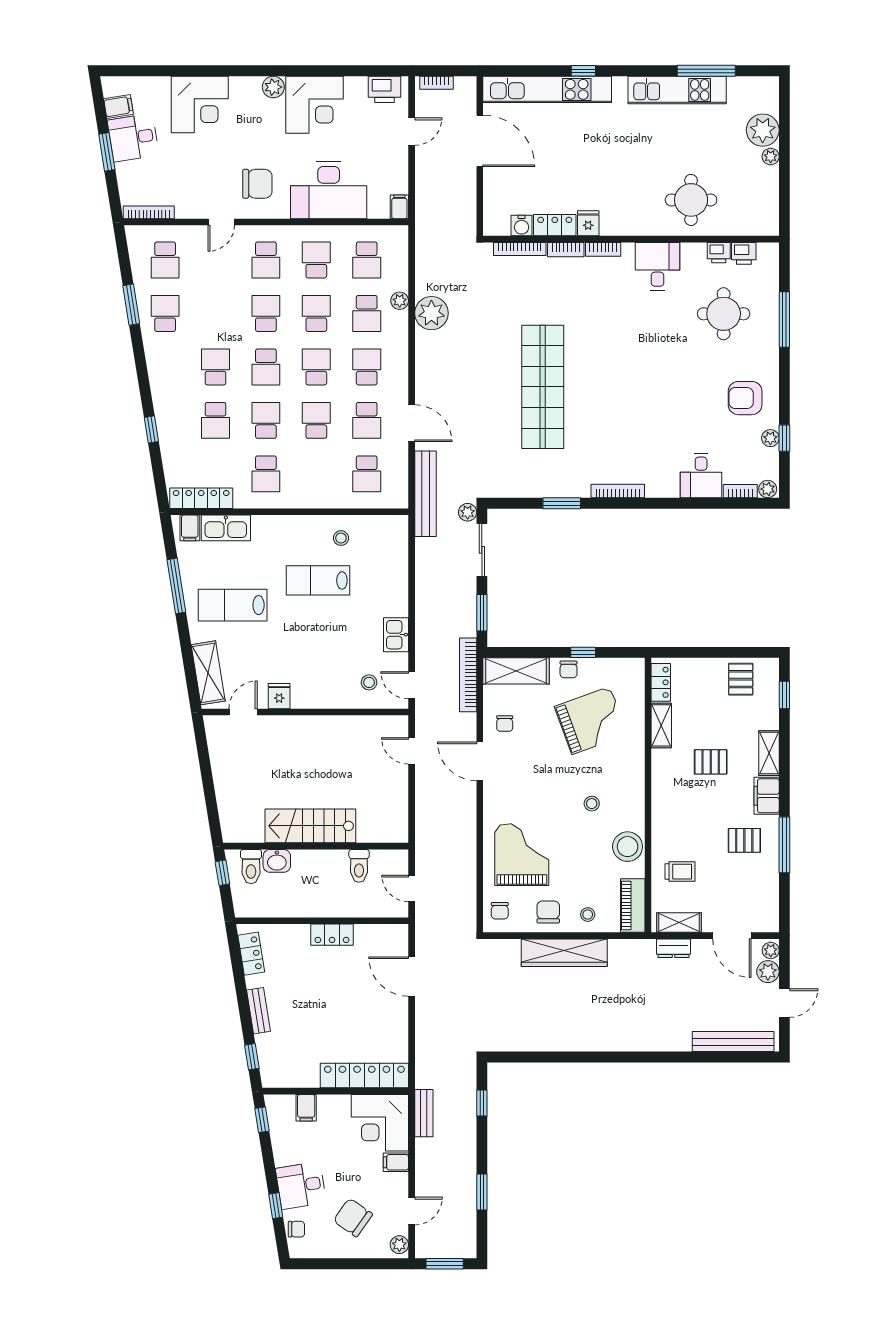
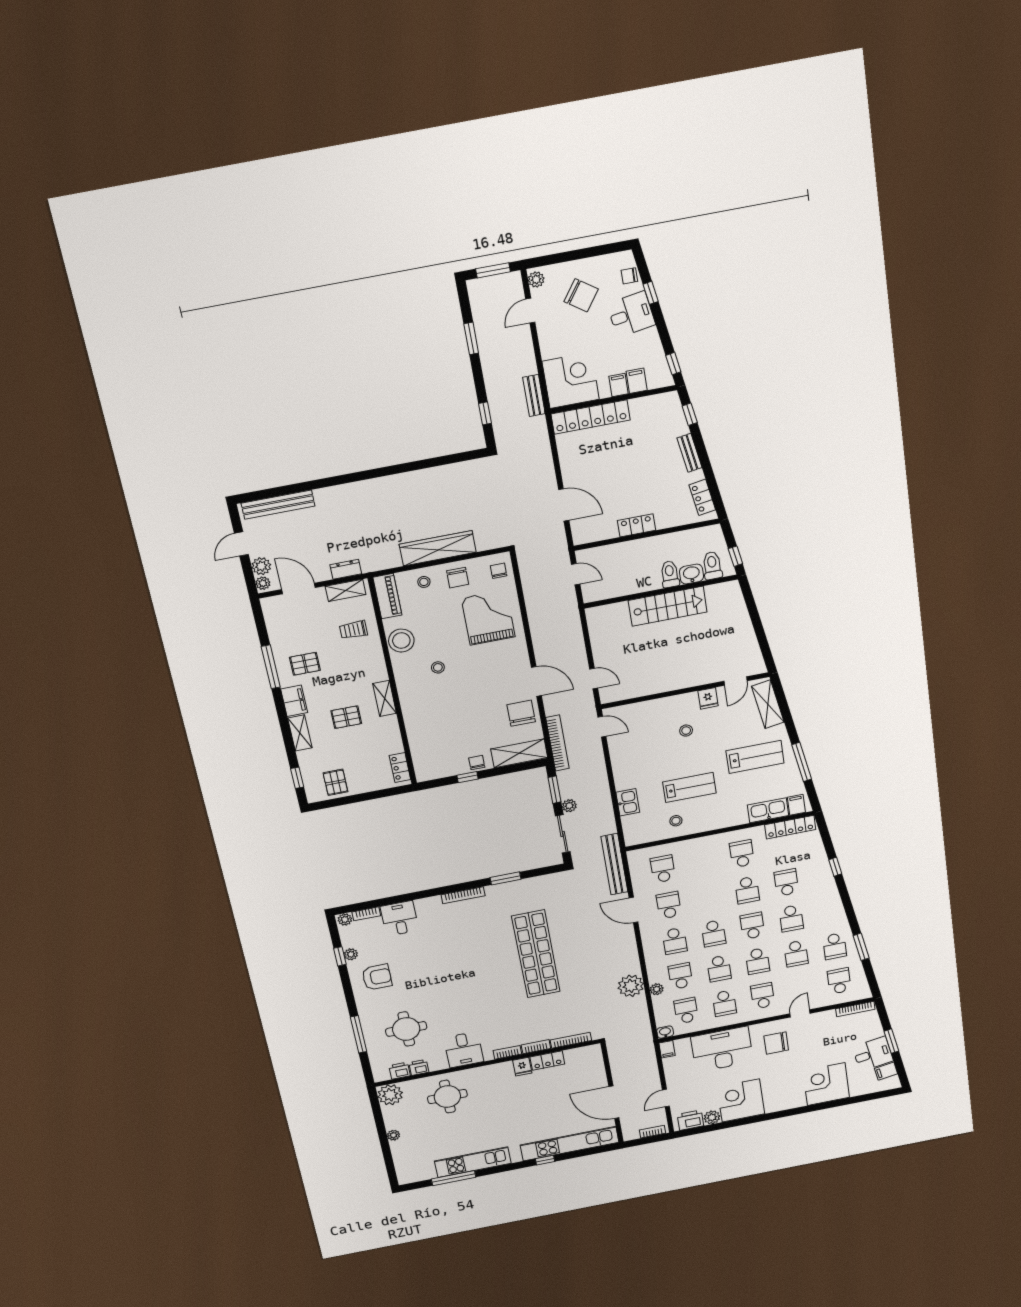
plant: (273, 87) -> (712, 1117), moved
plant: (763, 130) -> (390, 1095), moved
water cooler: (522, 226) -> (572, 1055), removed
washbasin: (398, 234) -> (665, 1032), added
school desk: (316, 420) -> (796, 954), moved
plant: (468, 512) -> (569, 806), moved
kitchen sink: (396, 635) -> (628, 802), moved
stool: (369, 682) -> (686, 731), moved
grand piano: (591, 720) -> (451, 729), removed
chair: (505, 724) -> (521, 713), width x1.87, depth x1.87
shelving: (661, 725) -> (385, 698), moved
grand piano: (522, 855) -> (488, 618), turned 180
toilet: (359, 866) -> (670, 574), moved
filing cabinet: (396, 1162) -> (619, 385), moved, turned -90

